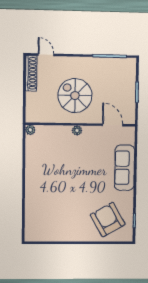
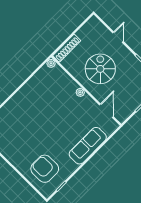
door: (46, 55) -> (118, 37), moved
shoe rack: (31, 73) -> (67, 48), moved
armchair: (108, 220) -> (45, 169), turned -60

